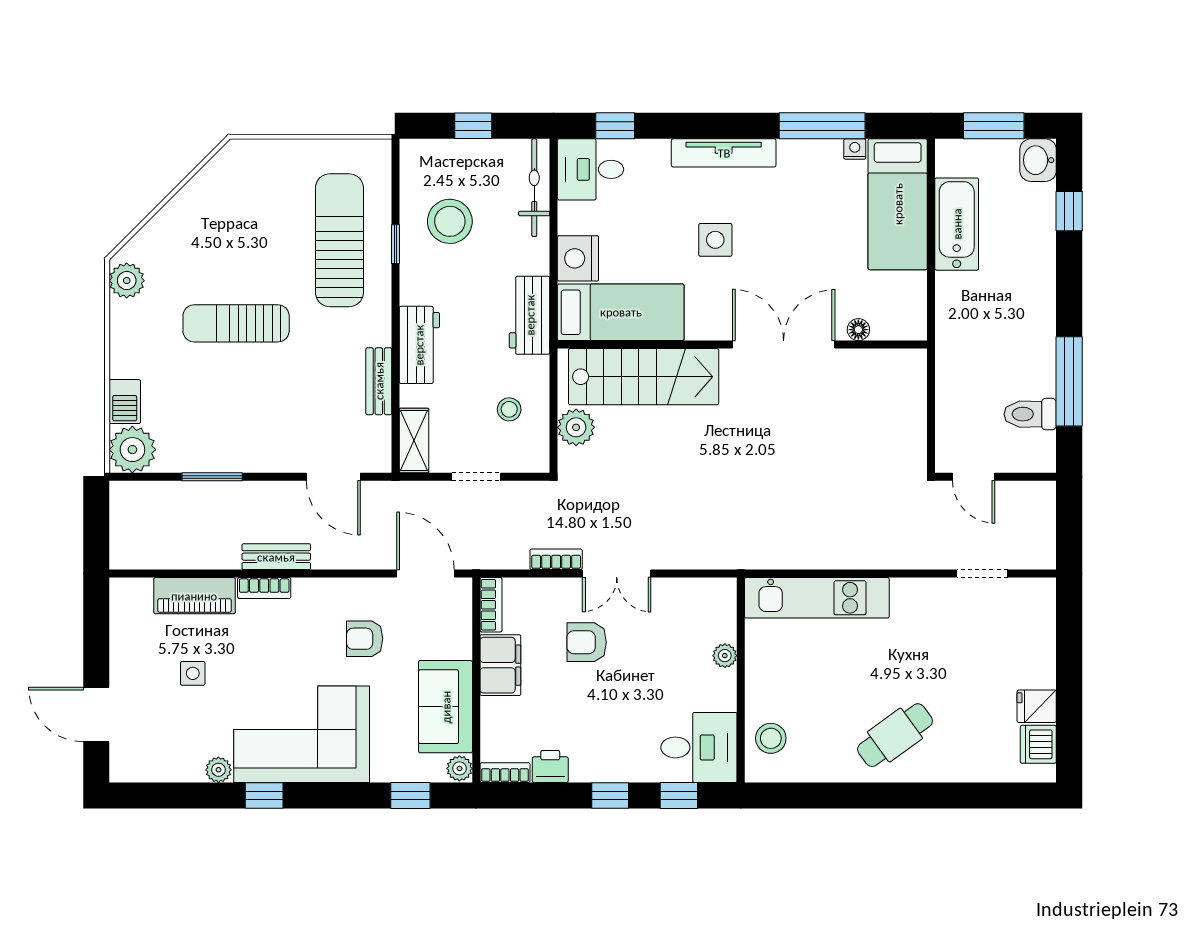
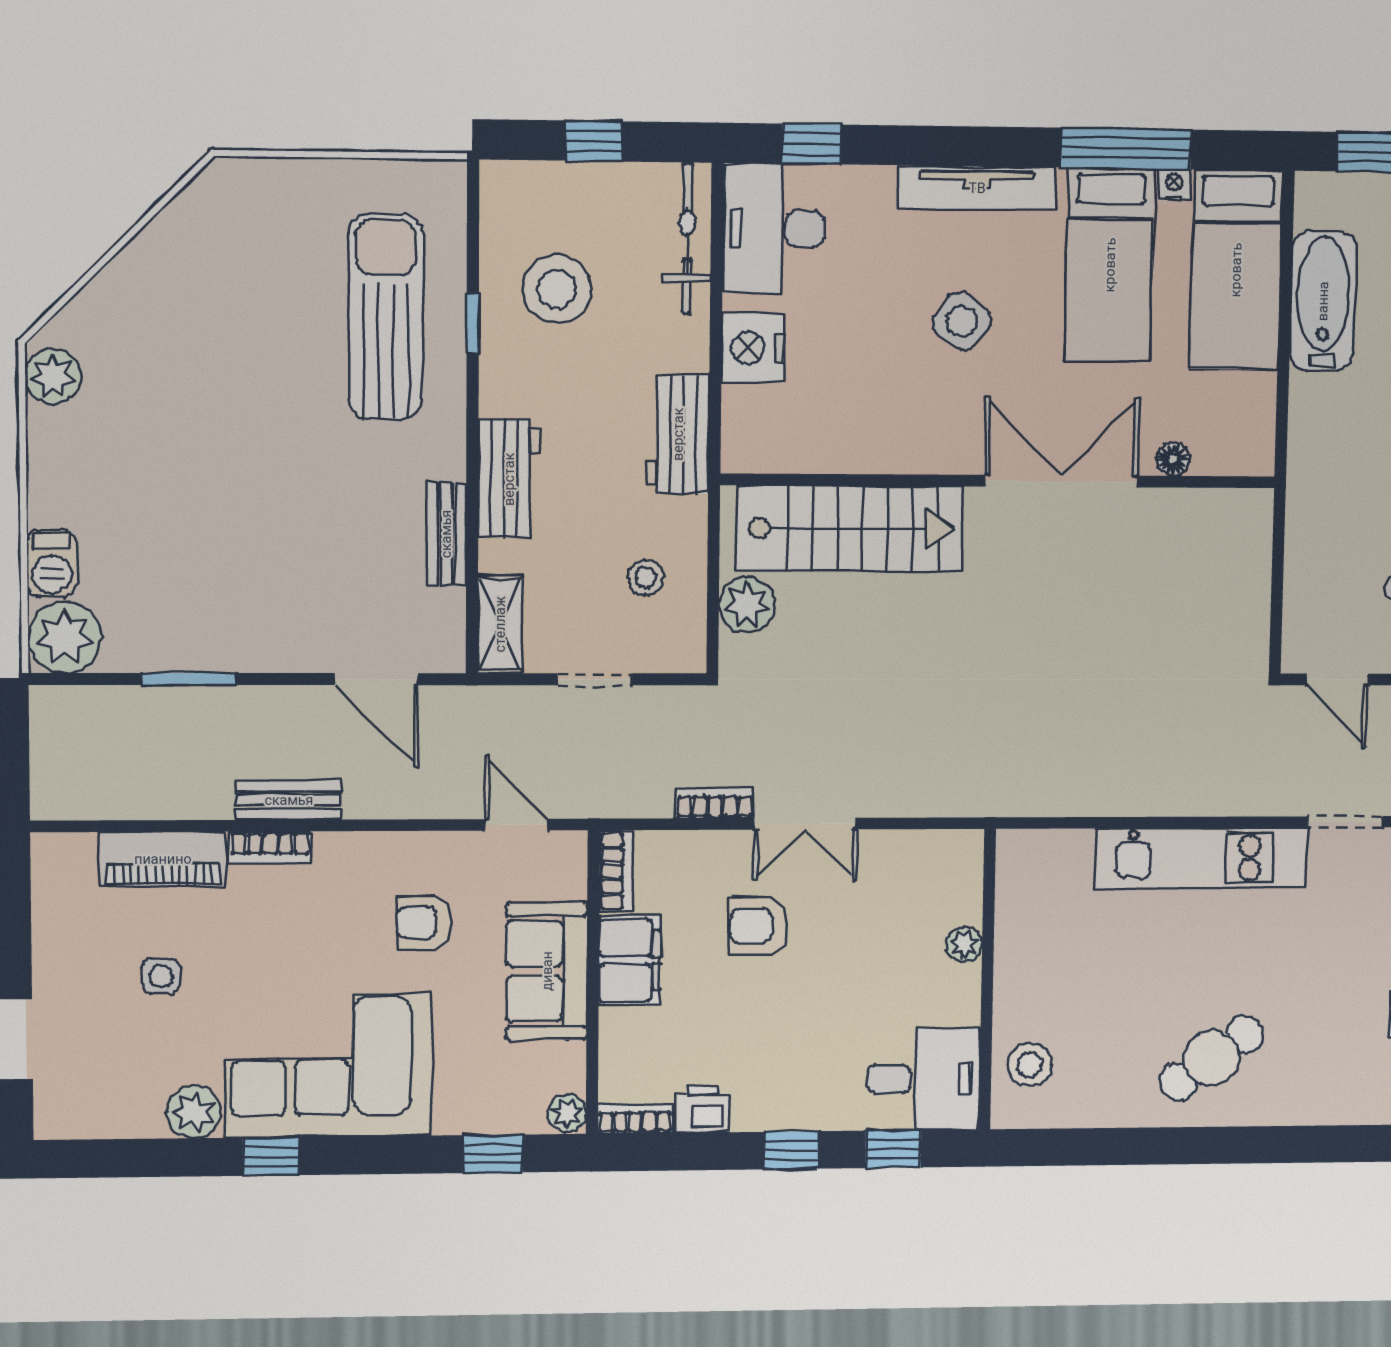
desk: (591, 169) -> (773, 229), width x1.37
side table: (715, 240) -> (962, 321), turned 36
bed: (621, 312) -> (1110, 265), moved, turned 90
sun lounger: (236, 323) -> (225, 444), removed
door: (425, 574) -> (517, 825), width x0.73
kitchen unit: (817, 598) -> (1201, 858), moved
sofa: (446, 707) -> (547, 971), moved
plant: (218, 770) -> (194, 1112), width x1.38, depth x1.38

